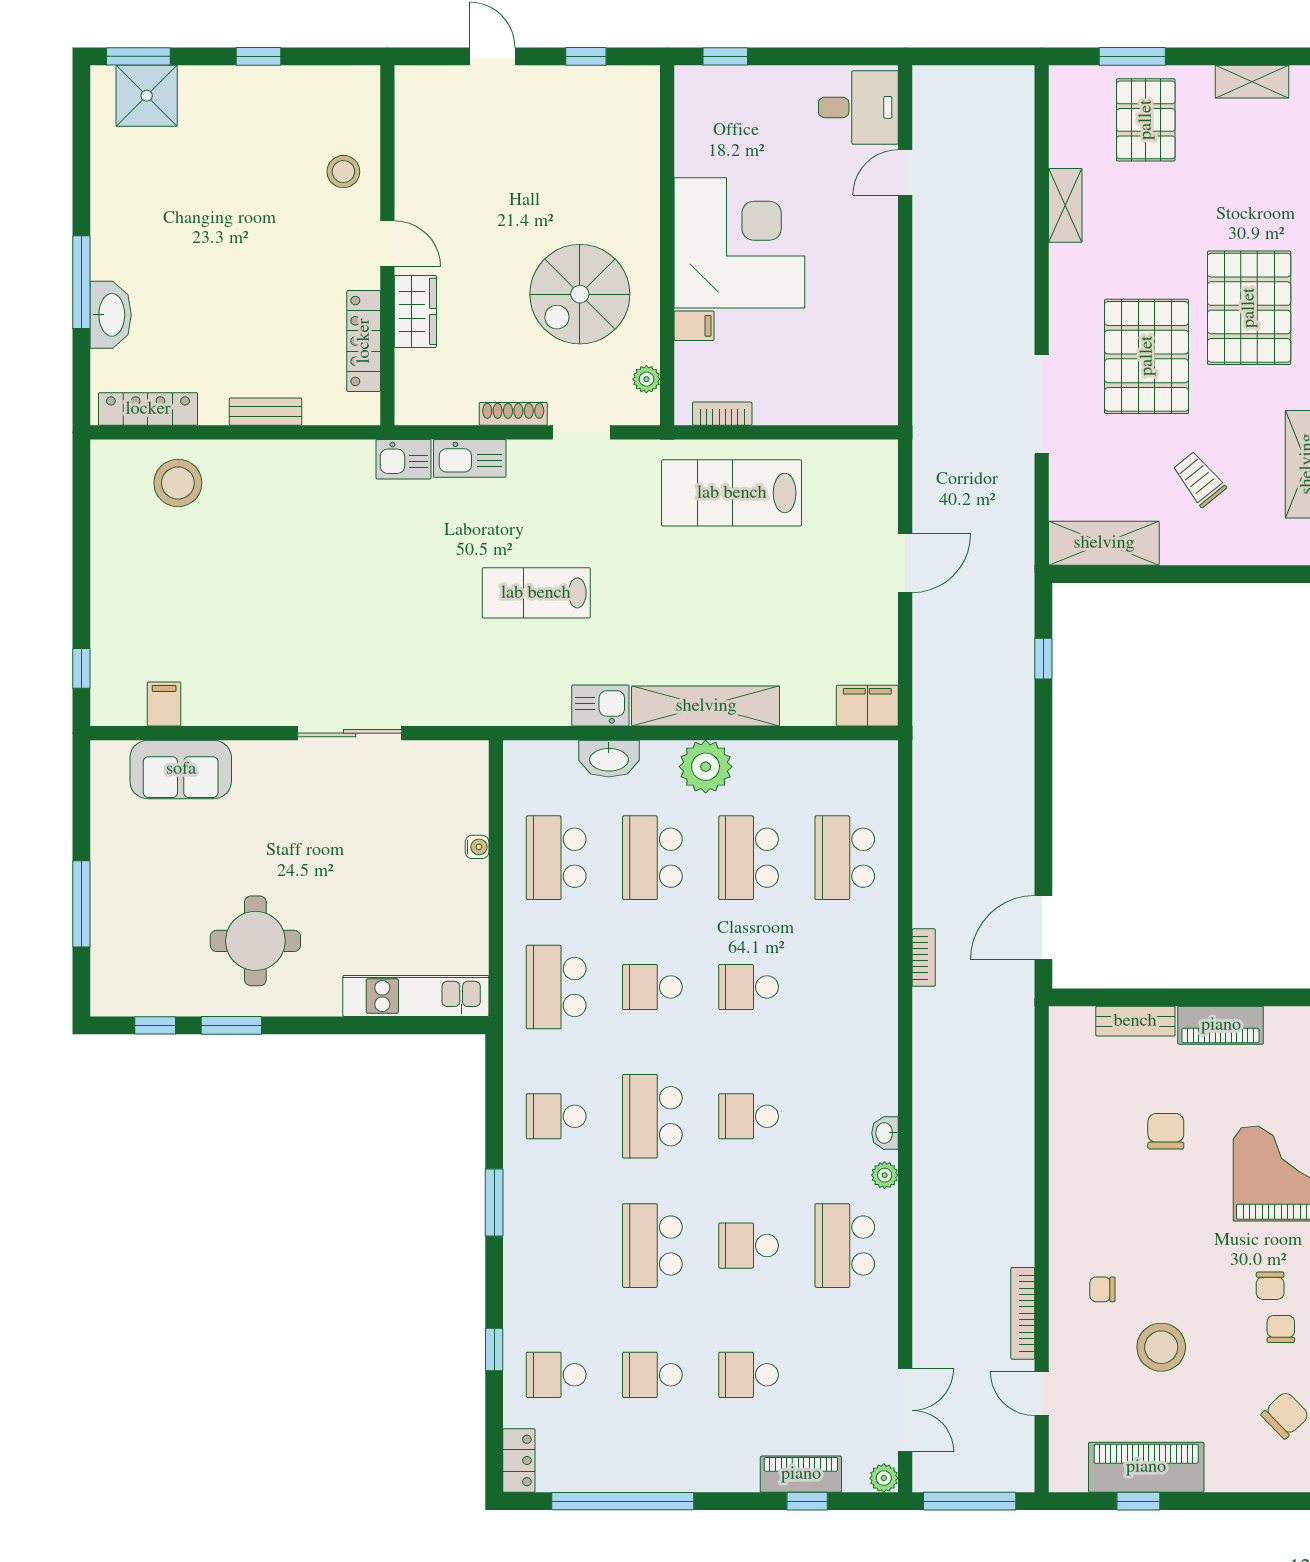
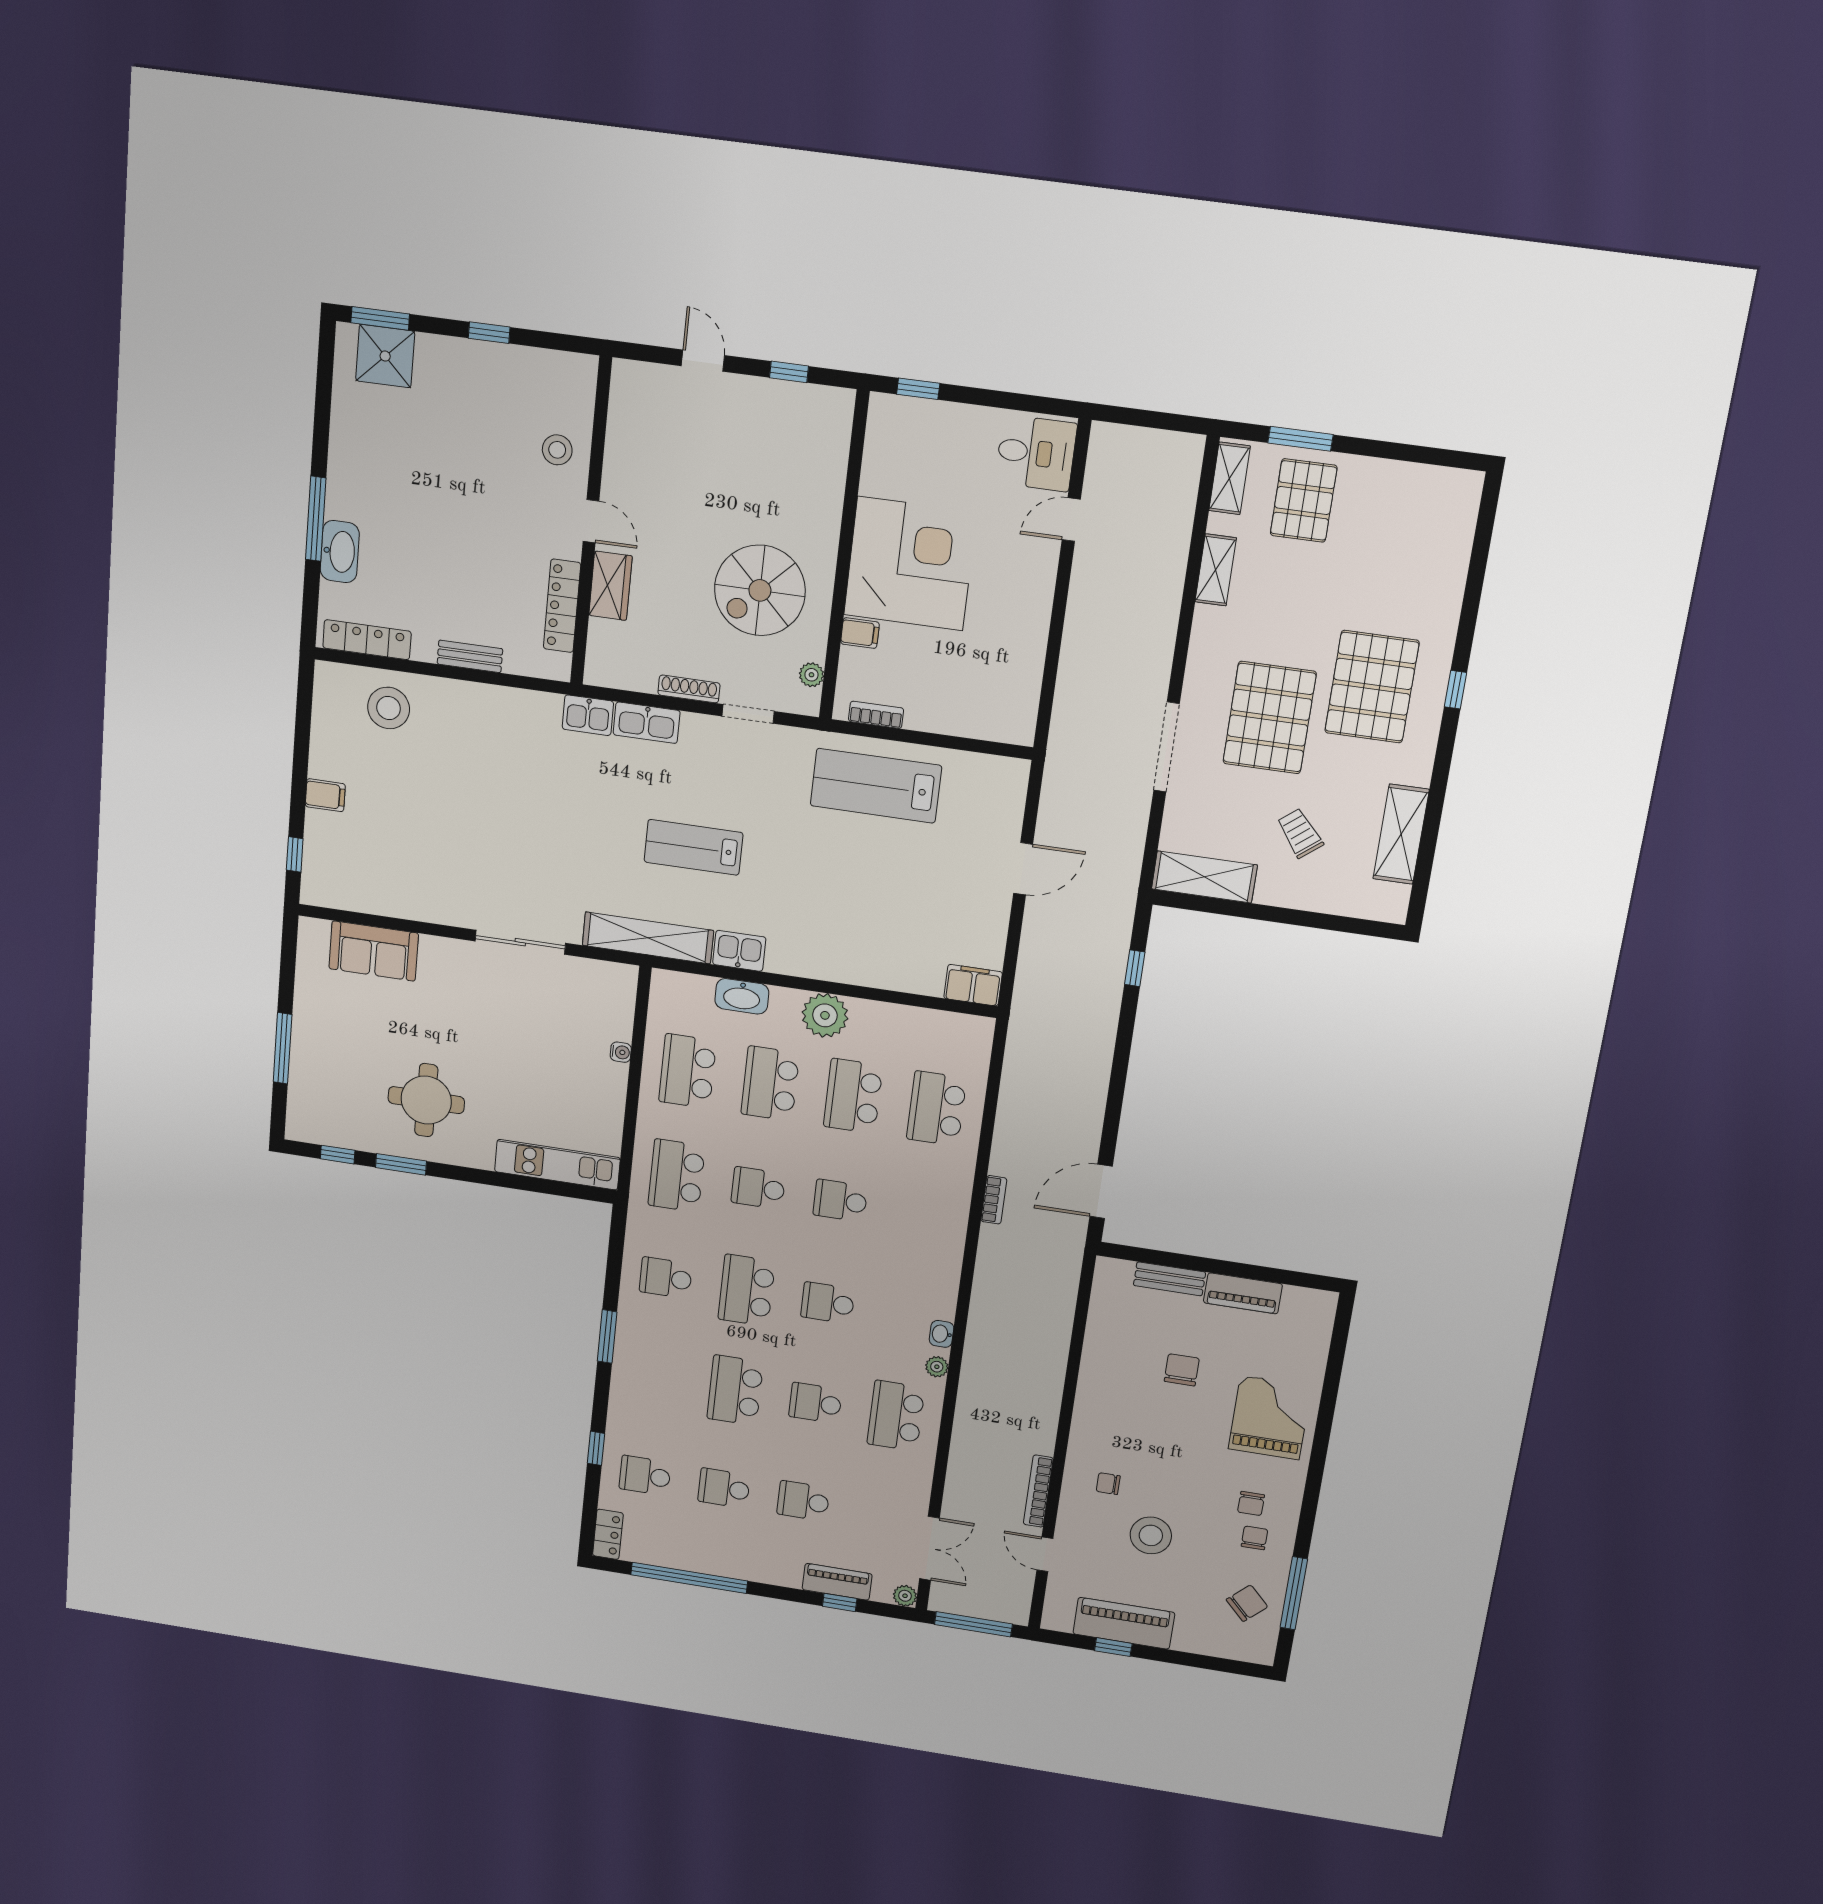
shelving: (1252, 82) -> (1230, 478), moved, turned 90
filing cabinet: (164, 704) -> (325, 795), moved, turned 90
shelving: (706, 706) -> (648, 938), moved

